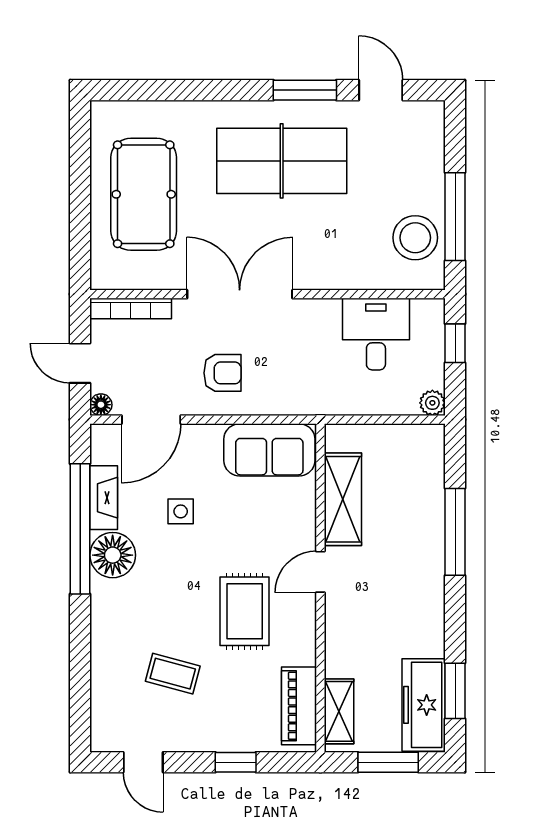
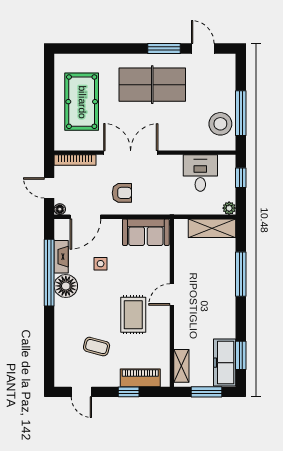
shelving: (343, 499) -> (212, 228), moved, turned 90
piano: (299, 706) -> (140, 378), moved, turned 90

